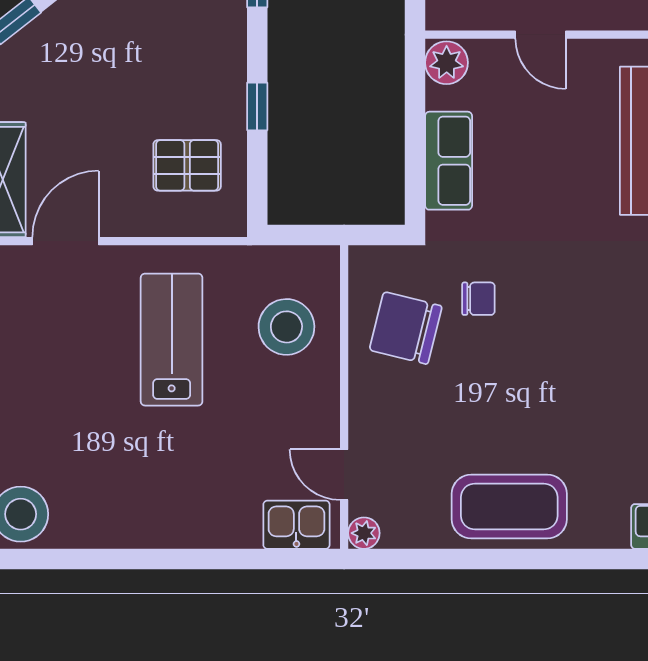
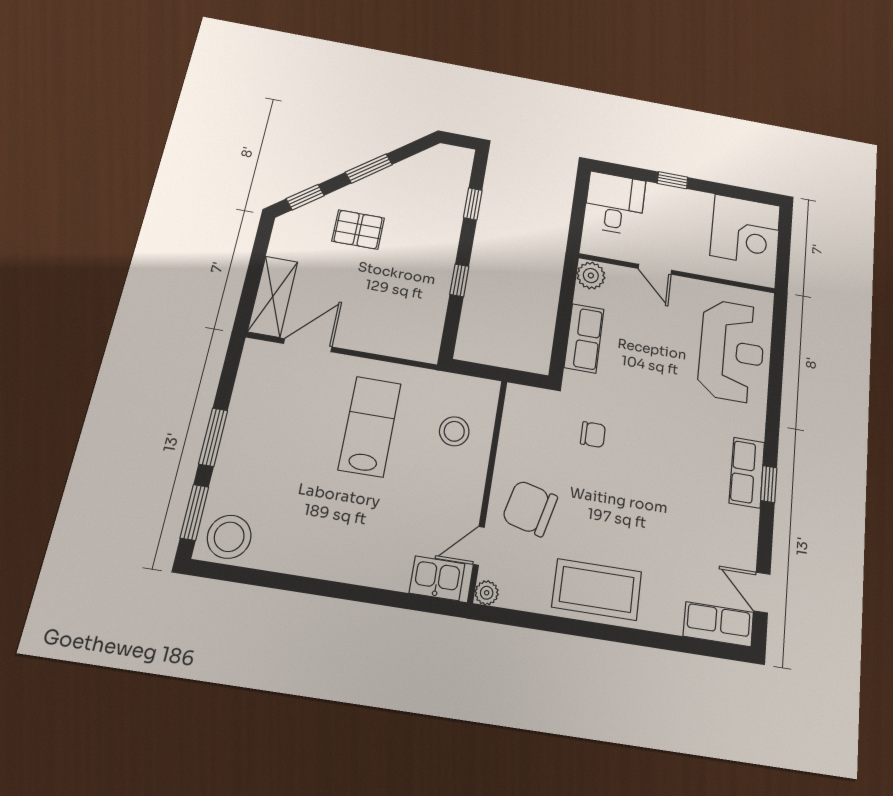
pallet: (187, 165) -> (358, 230), moved
stool: (286, 327) -> (454, 431), width x0.73, depth x0.73
chair: (406, 328) -> (530, 508), moved
door: (344, 475) -> (479, 546), hinge flipped

